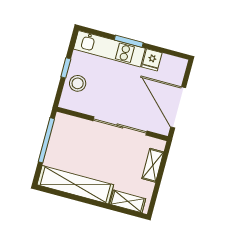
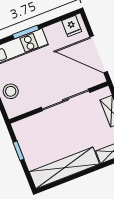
fridge: (152, 60) -> (72, 26), moved
window: (46, 140) -> (19, 151), width x0.46

